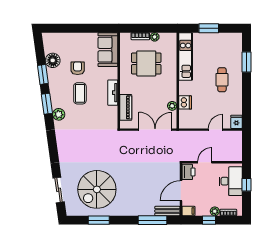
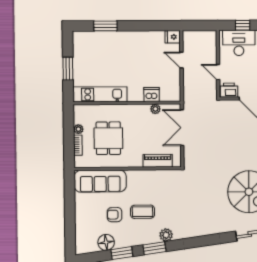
sofa: (108, 50) -> (100, 181), width x1.36
cafe table: (222, 80) -> (126, 53), removed
tv unit: (113, 93) -> (141, 175), removed

